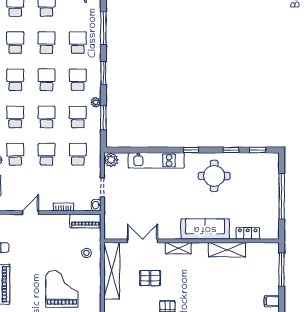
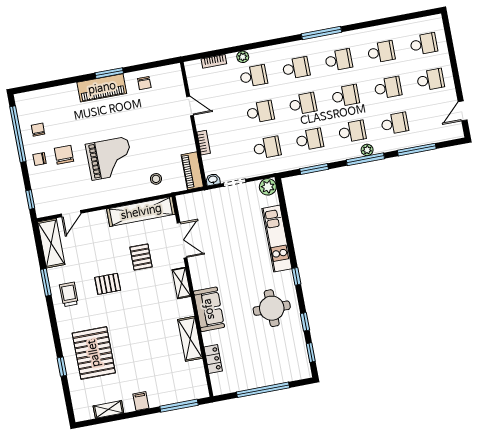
window: (103, 73) -> (365, 159), width x1.44
plant: (96, 102) -> (367, 150), moved
sofa: (205, 229) -> (209, 309), width x0.73

